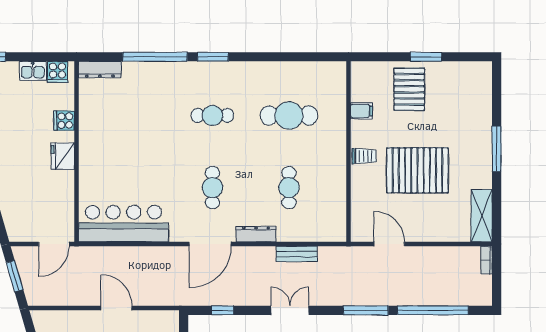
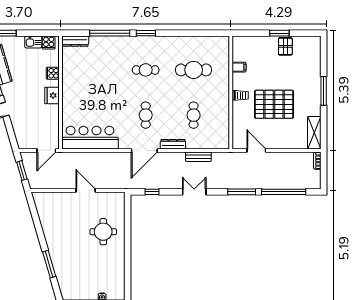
pallet: (409, 89) -> (285, 46), moved, width x0.67, depth x0.71

